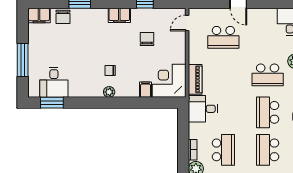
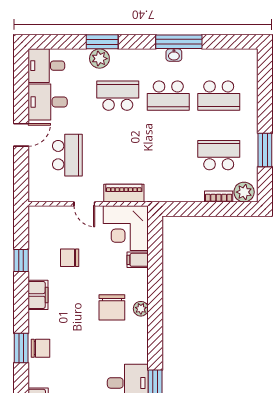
chair: (63, 17) -> (40, 348), moved
door: (187, 23) -> (84, 204), moved
chair: (110, 70) -> (112, 307), width x1.87, depth x1.87
school desk: (268, 75) -> (118, 96), turned -90
desk: (203, 109) -> (48, 102), moved, turned 90

